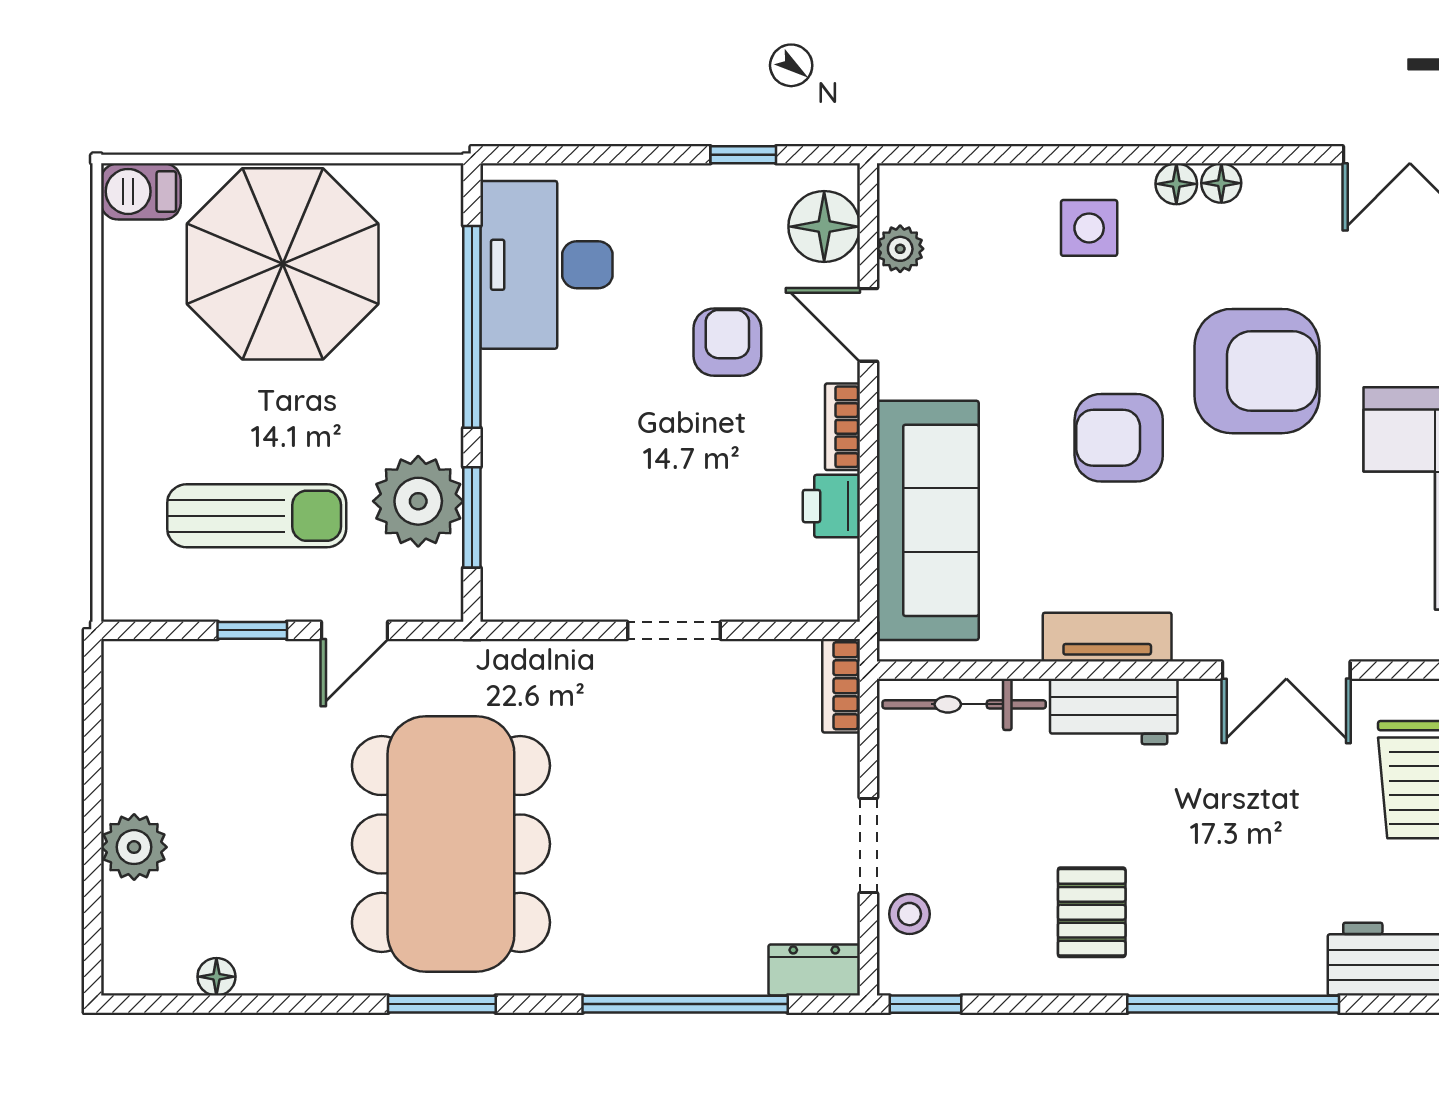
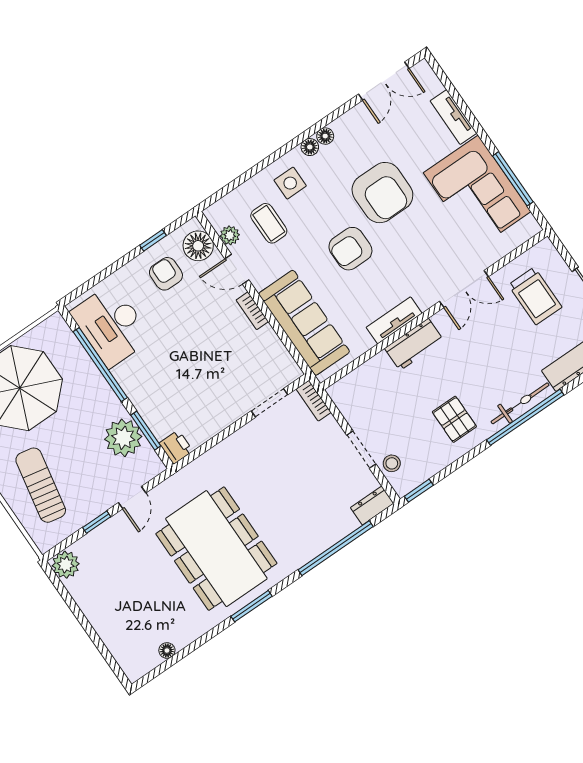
coffee table: (993, 278) -> (269, 223), added
armchair: (727, 342) -> (166, 274), moved
armchair: (1257, 371) -> (382, 193), turned 90
printer: (831, 506) -> (176, 447), moved, turned 180
sun lounger: (257, 516) -> (41, 485), moved, turned -79
doorway: (674, 630) -> (270, 403), moved
bicycle: (964, 704) -> (520, 403), moved, turned 180
plant: (134, 847) -> (66, 565), moved

